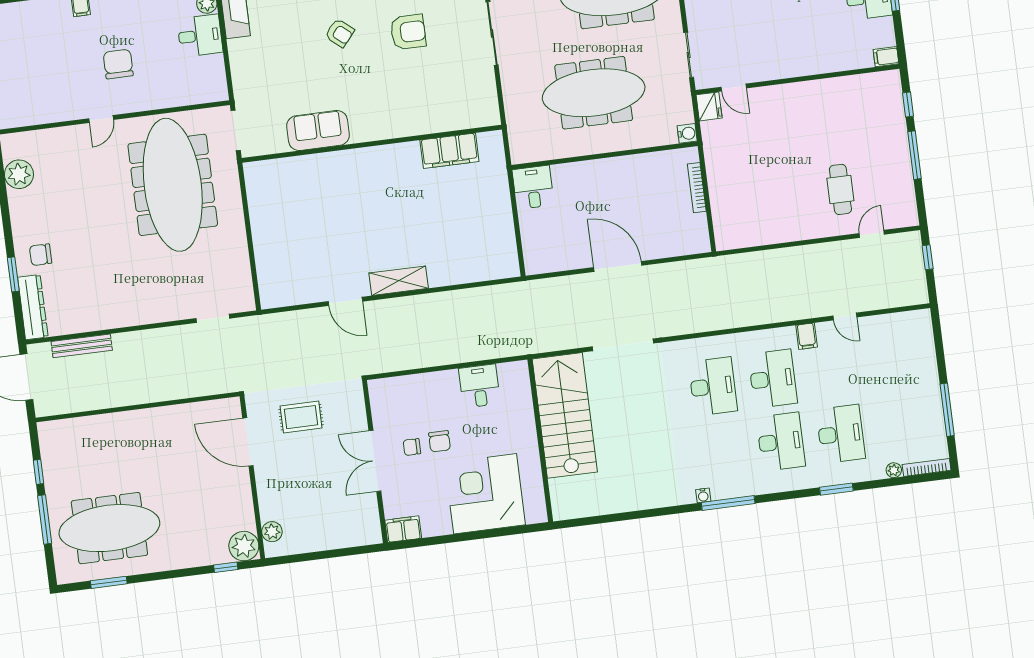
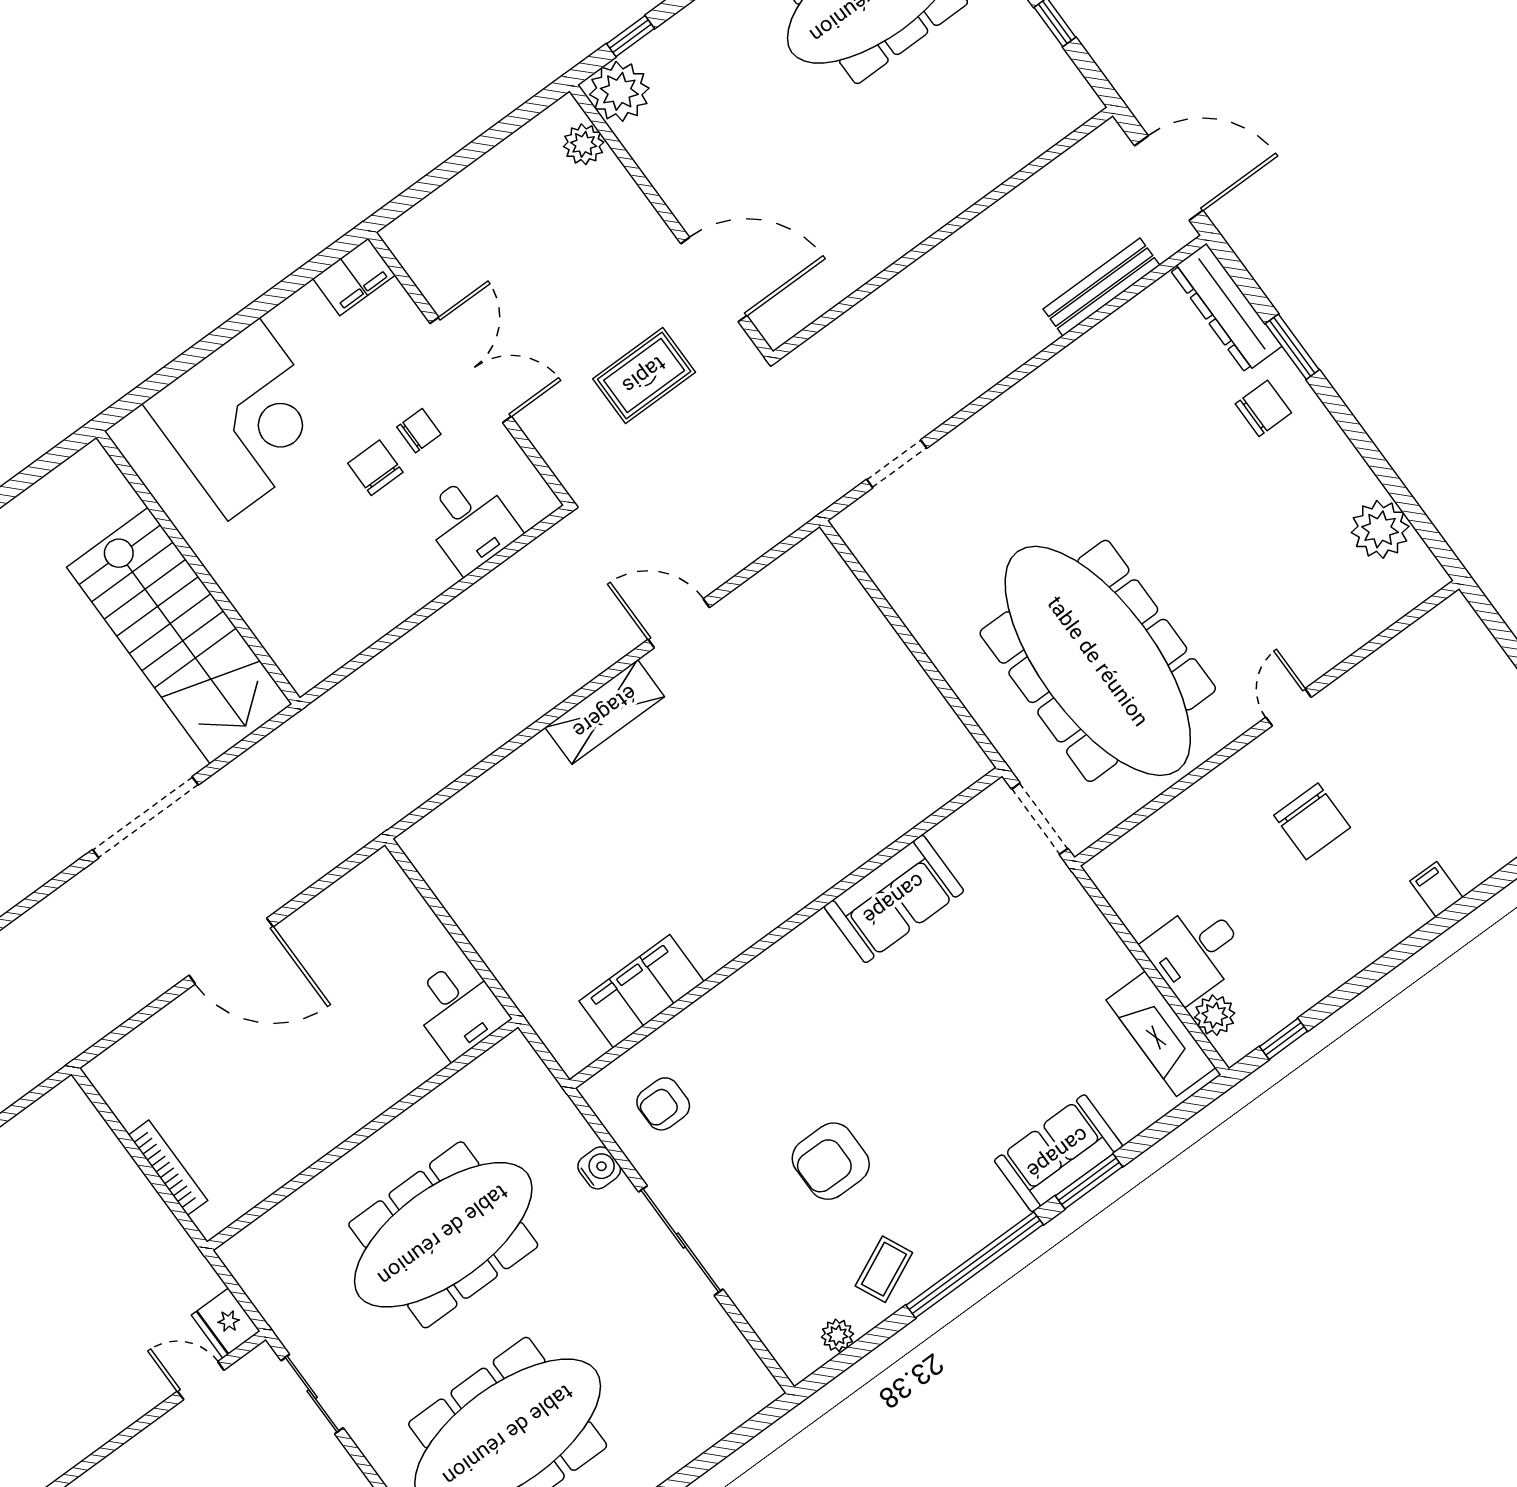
armchair: (340, 33) -> (663, 1104), moved, turned -40
water cooler: (687, 133) -> (599, 1168), moved, turned 180
desk: (479, 386) -> (470, 523), moved

